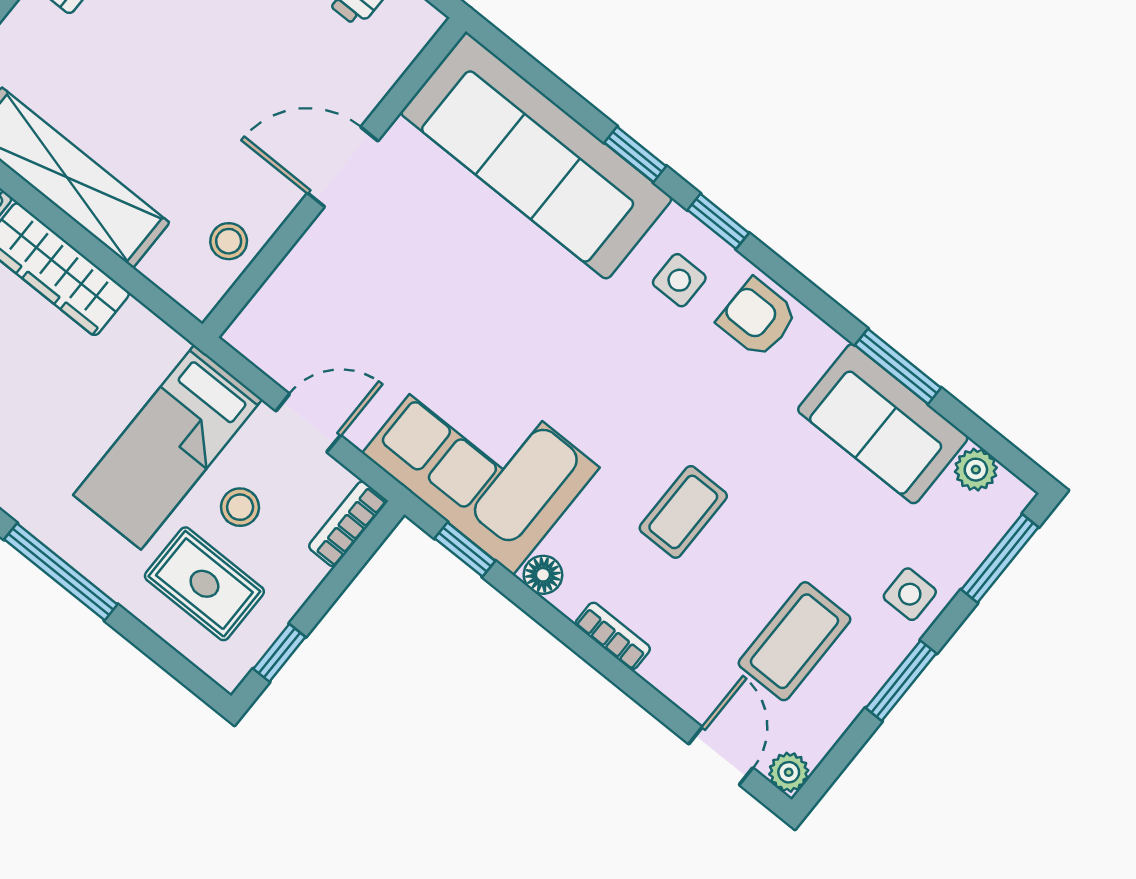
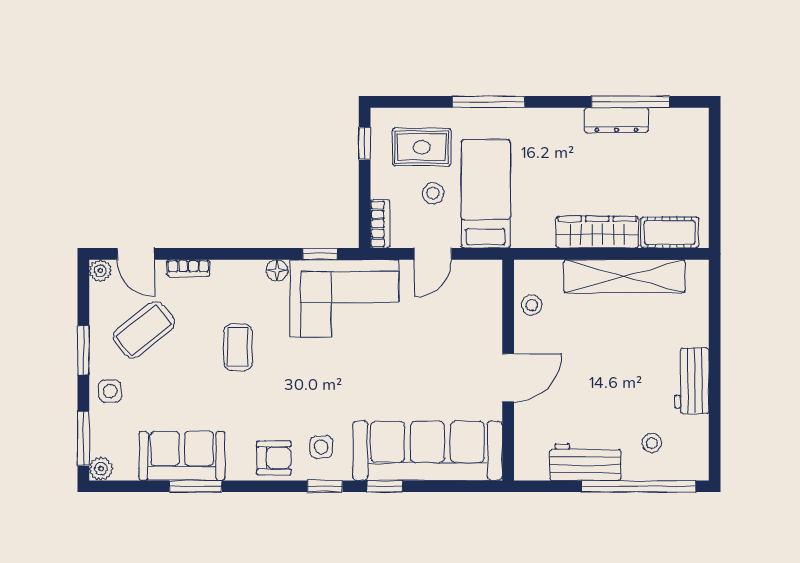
plant: (976, 470) -> (101, 469), moved
bookcase: (613, 636) -> (188, 268), moved
coffee table: (794, 641) -> (144, 330), turned 52

